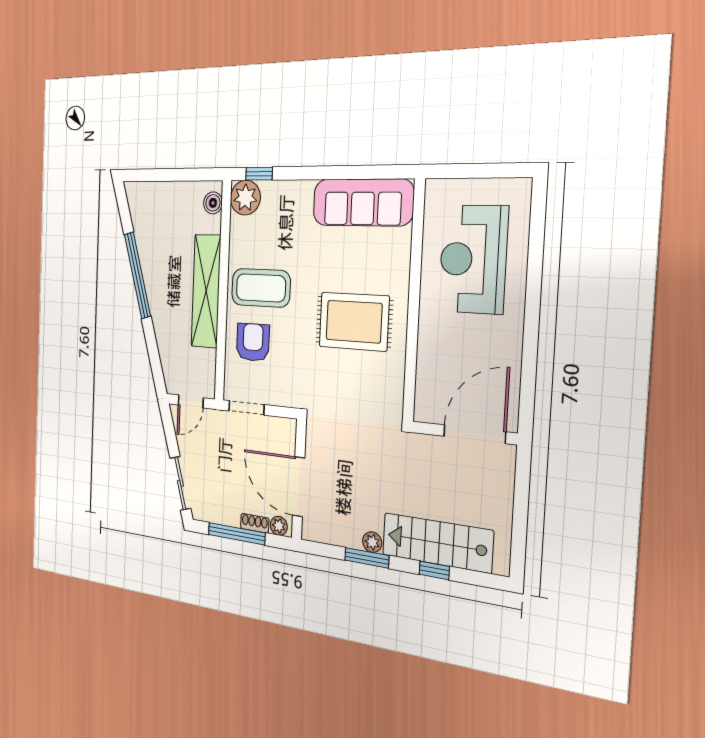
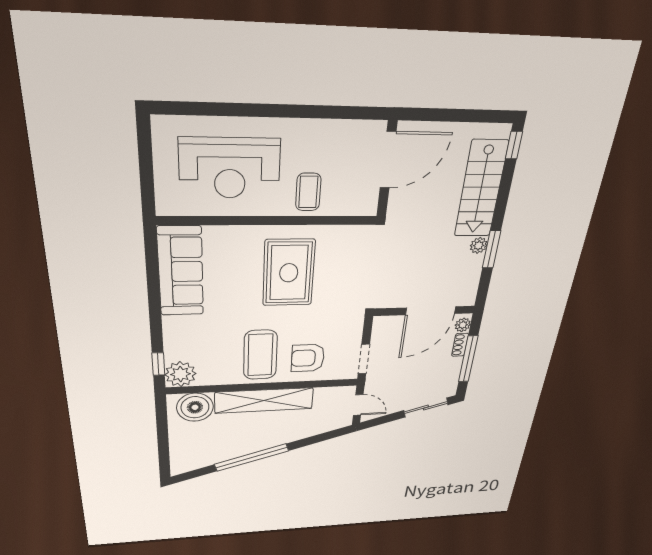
boiler: (213, 203) -> (195, 407), width x1.86, depth x1.86
coffee table: (443, 345) -> (308, 192), added
door: (474, 434) -> (388, 160), swing flipped
window: (434, 570) -> (514, 145), moved

